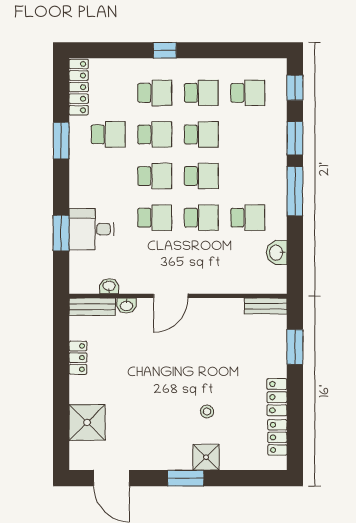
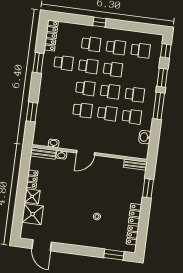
school desk: (248, 176) -> (135, 95), added
desk: (91, 229) -> (48, 112), removed
shower: (206, 457) -> (32, 196), moved
window: (186, 478) -> (114, 255), moved

